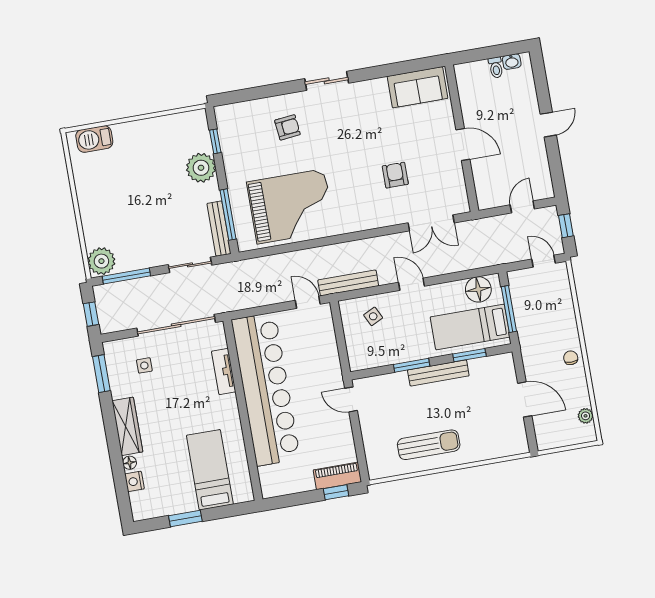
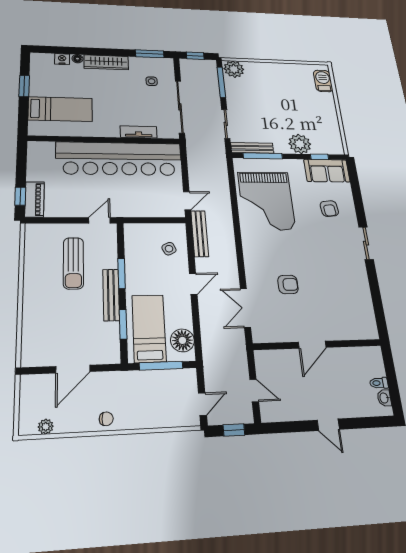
sofa: (418, 87) -> (327, 171), moved, turned -90
sun lounger: (429, 445) -> (73, 263), moved

